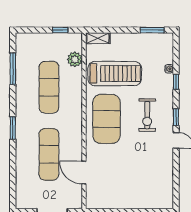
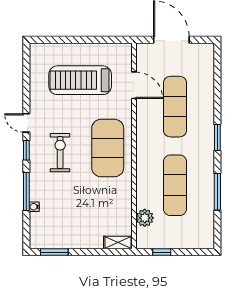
window: (13, 69) -> (217, 192), moved
treadmill: (115, 74) -> (80, 80), moved
window: (176, 82) -> (26, 191), width x2.17

